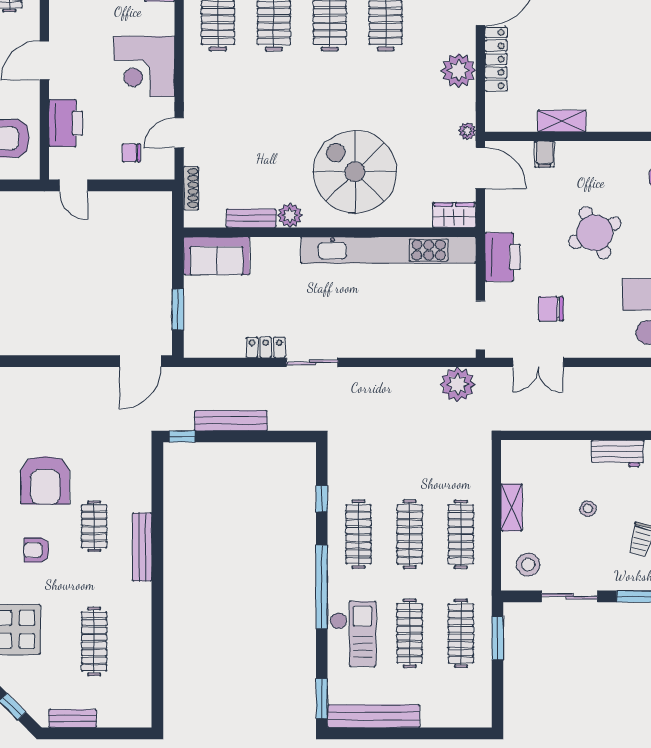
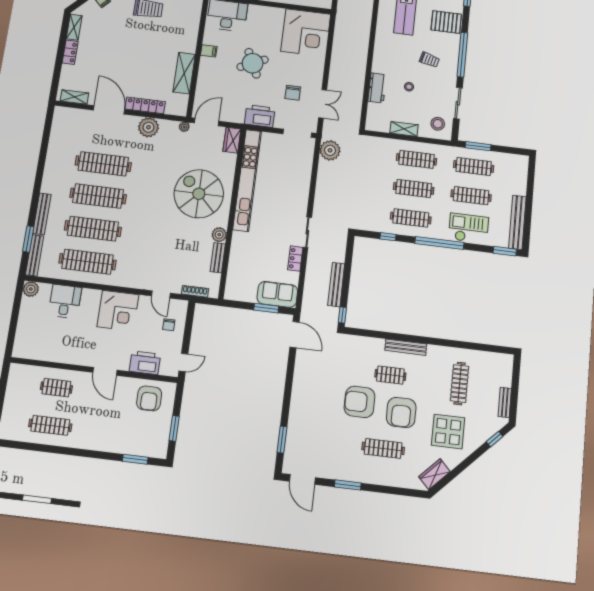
shelving: (562, 121) -> (184, 73), width x1.50, depth x1.33
filing cabinet: (544, 154) -> (209, 51), moved
spiral stairs: (355, 172) -> (199, 194), turned 90
sofa: (217, 256) -> (277, 294), moved, turned -90
workbench: (617, 453) -> (377, 88), moved
armchair: (45, 480) -> (360, 402), turned 180
armchair: (36, 550) -> (401, 412), width x1.88, depth x1.88
clothes rail: (94, 641) -> (460, 383), turned 90

